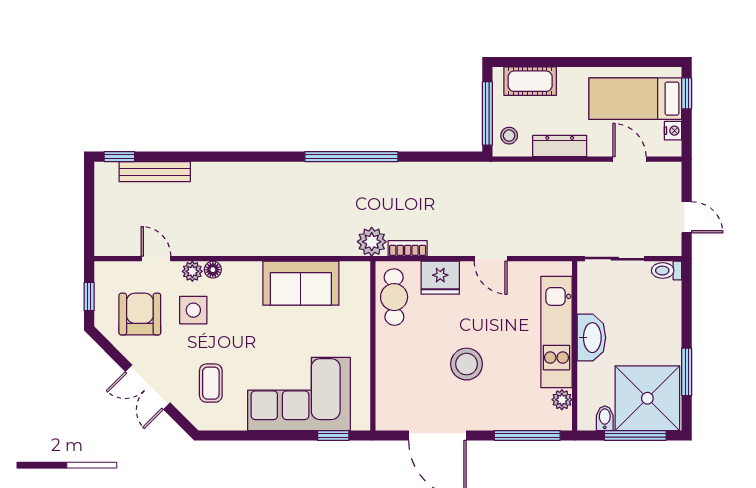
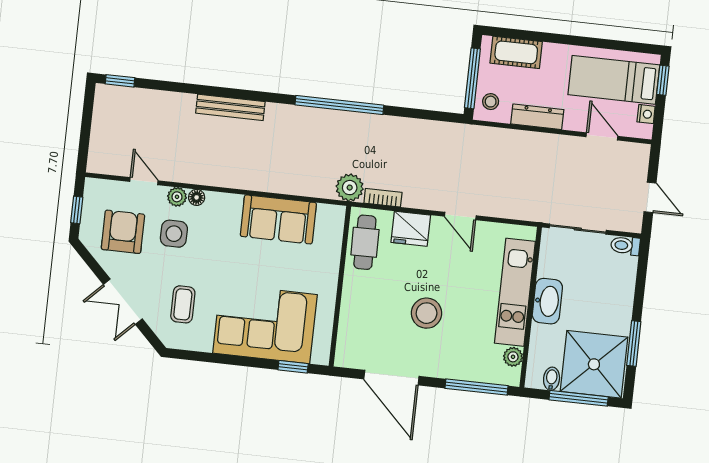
bench: (155, 172) -> (230, 107), moved

